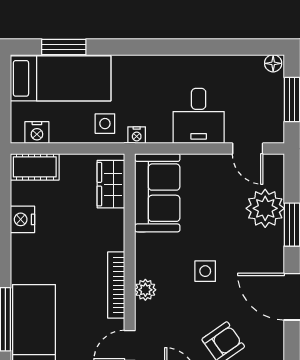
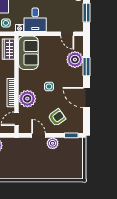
desk: (199, 116) -> (35, 20), moved
plant: (145, 290) -> (27, 99), width x1.88, depth x1.88

